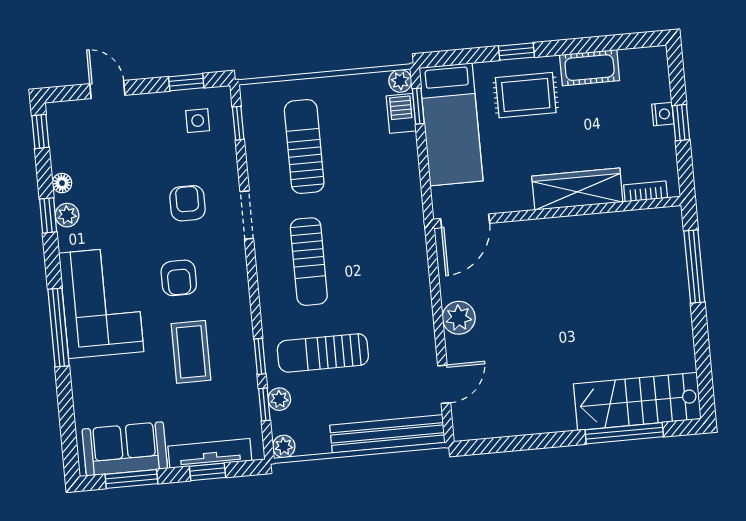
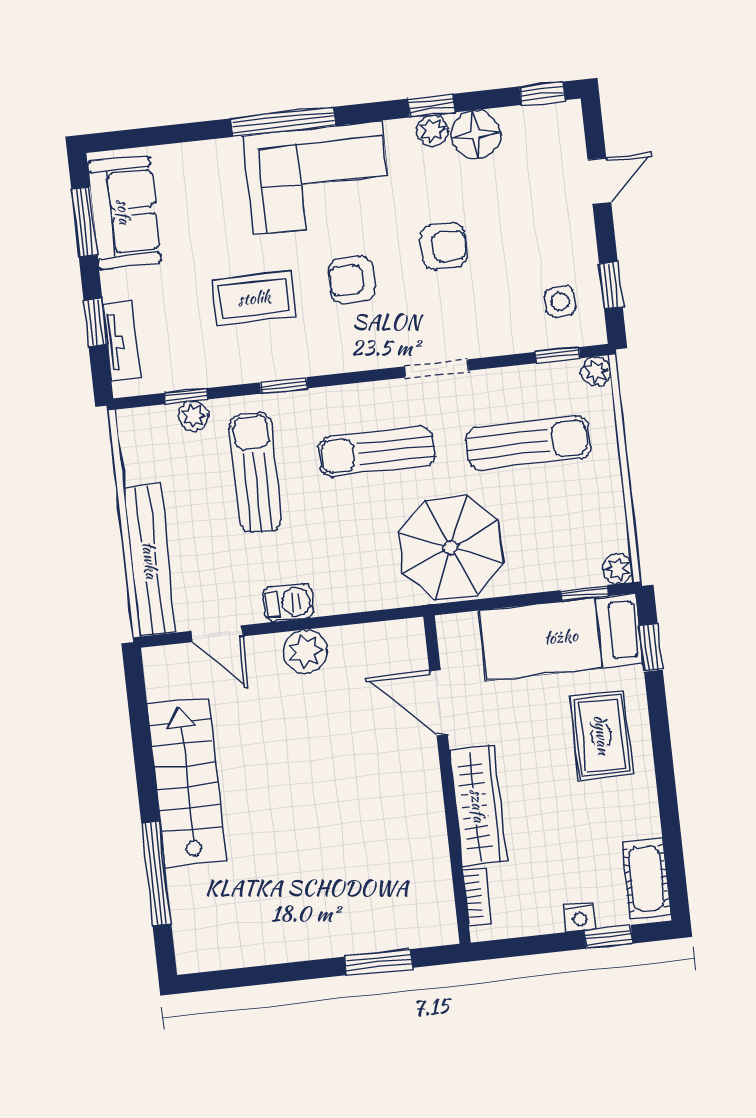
window: (516, 52) -> (651, 648), moved
cot: (590, 68) -> (646, 878), moved
barbecue: (401, 113) -> (288, 602), moved
window: (681, 123) -> (608, 937), moved
floor lamp: (62, 183) -> (476, 134), width x1.89, depth x1.89
armchair: (188, 203) -> (444, 246), moved
parasol: (382, 207) -> (451, 547), added
door: (465, 221) -> (439, 703), moved
window: (694, 267) -> (379, 962), width x0.69
window: (260, 356) -> (284, 385), moved
stairs: (637, 401) -> (187, 783), moved
plant: (284, 446) -> (596, 372), moved
tv unit: (210, 453) -> (122, 341), width x0.71

